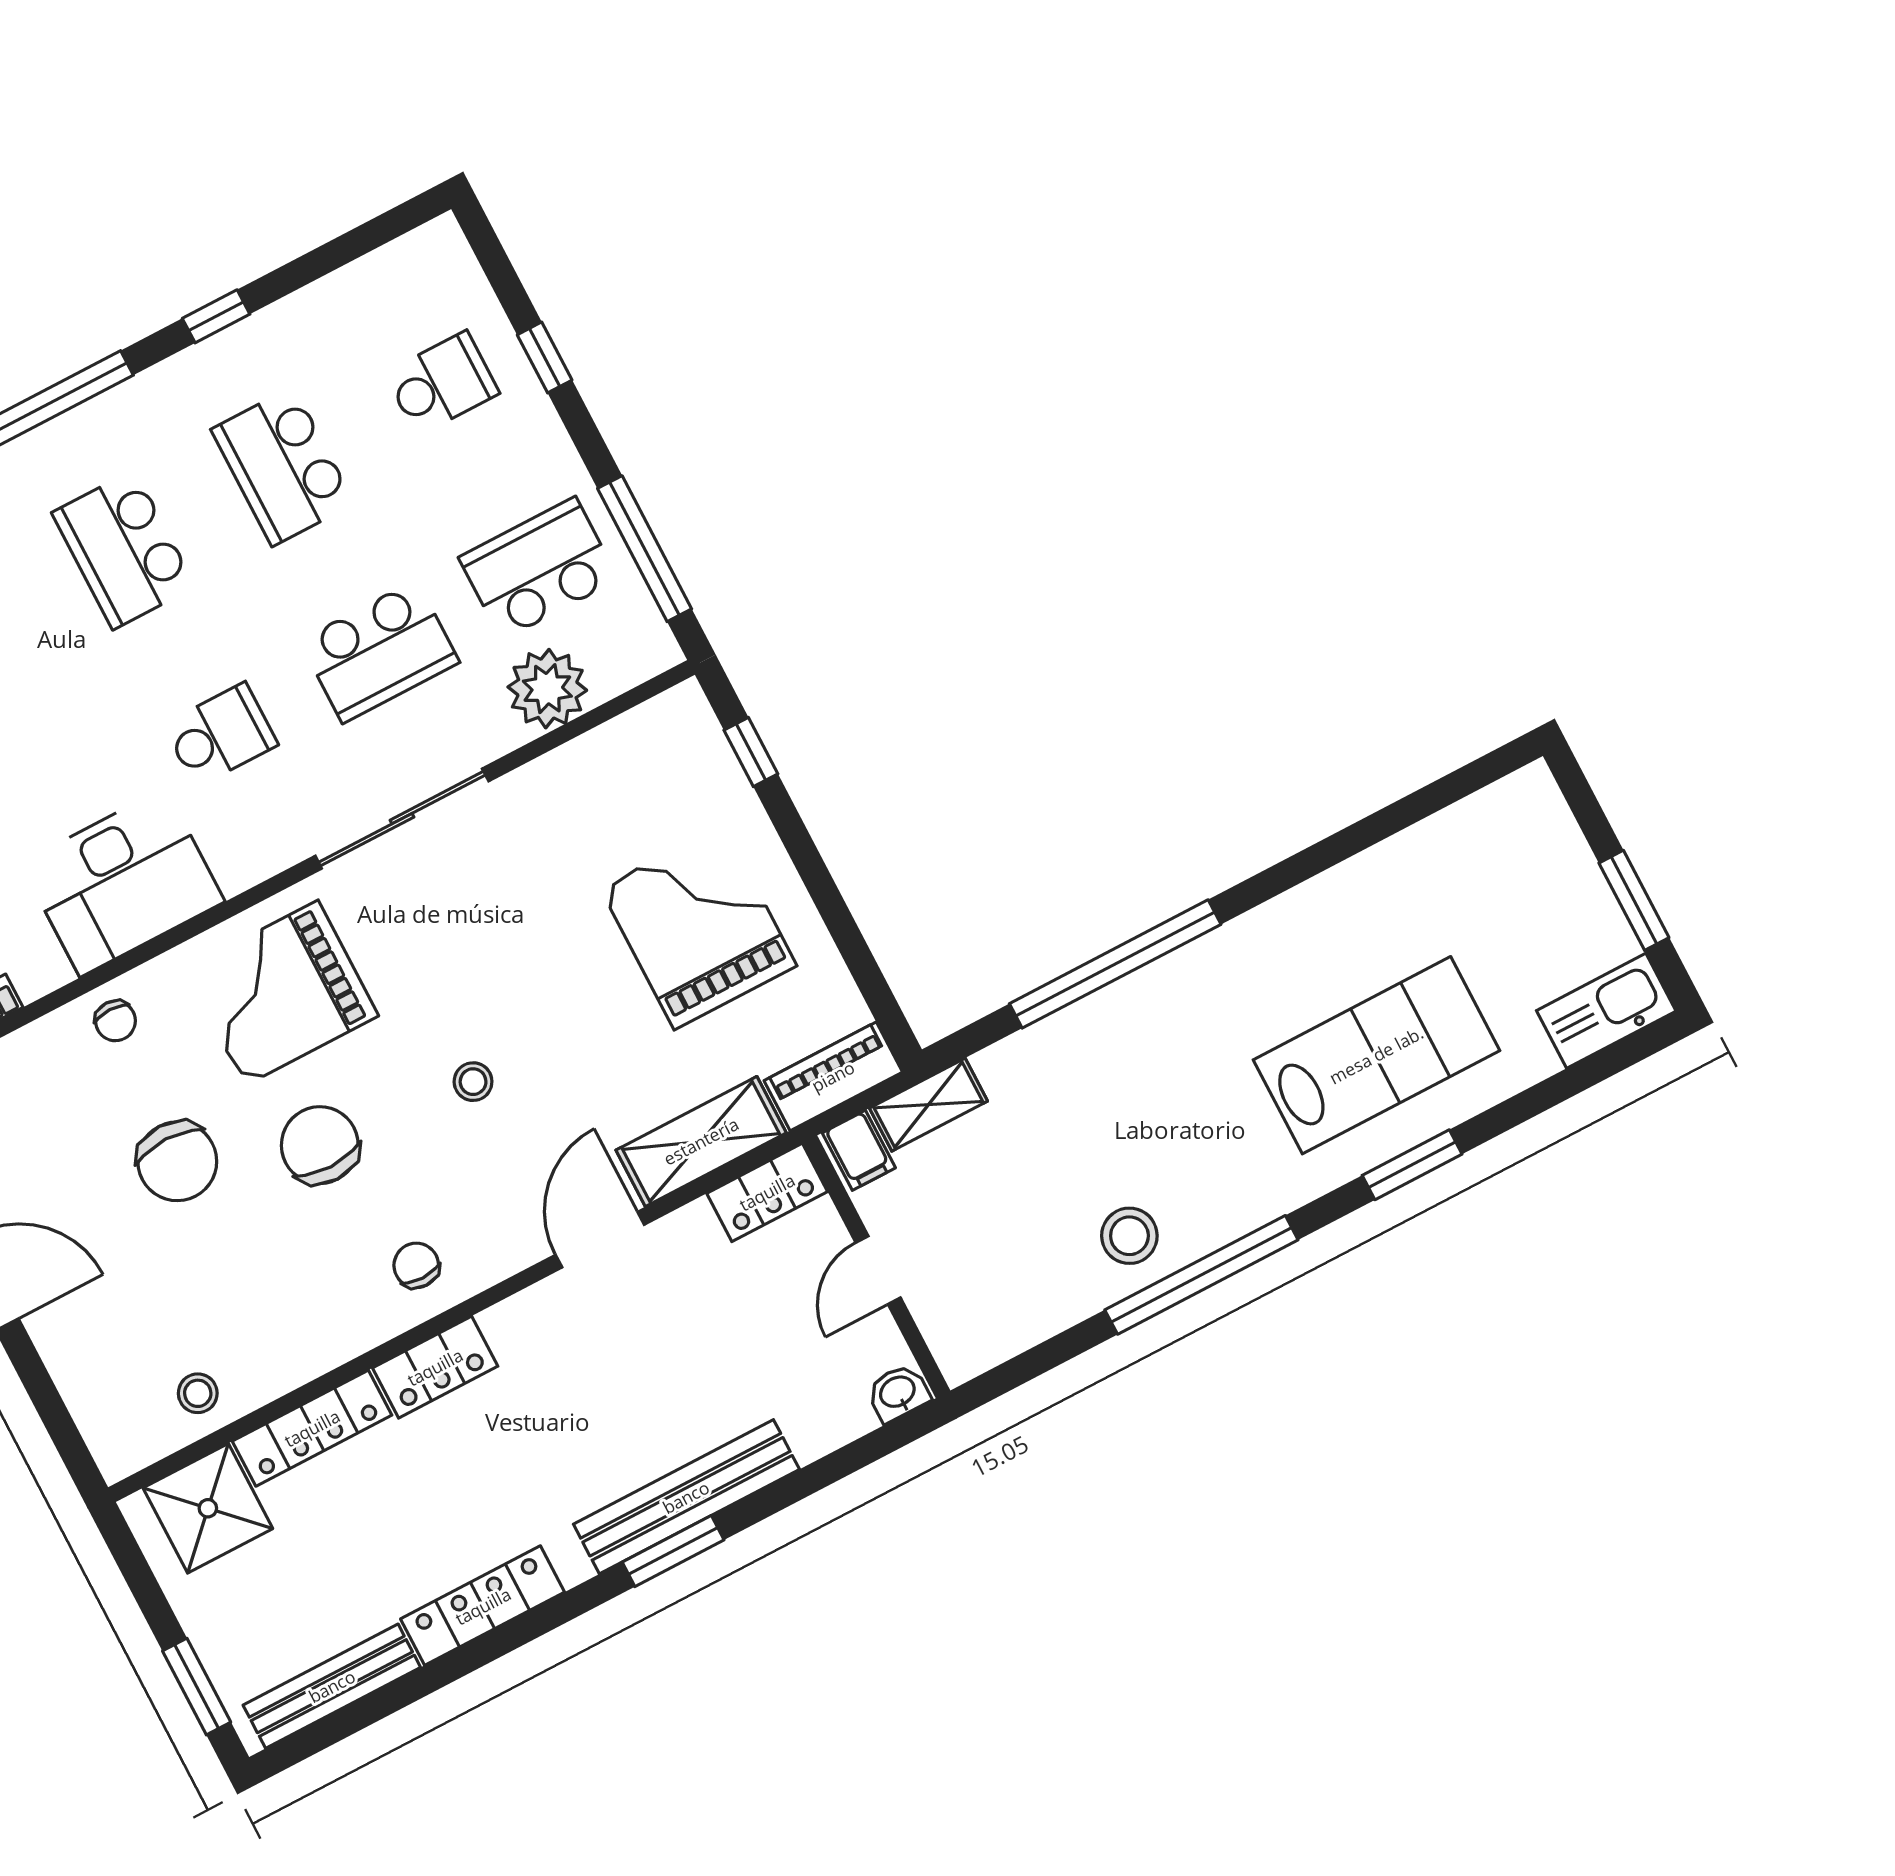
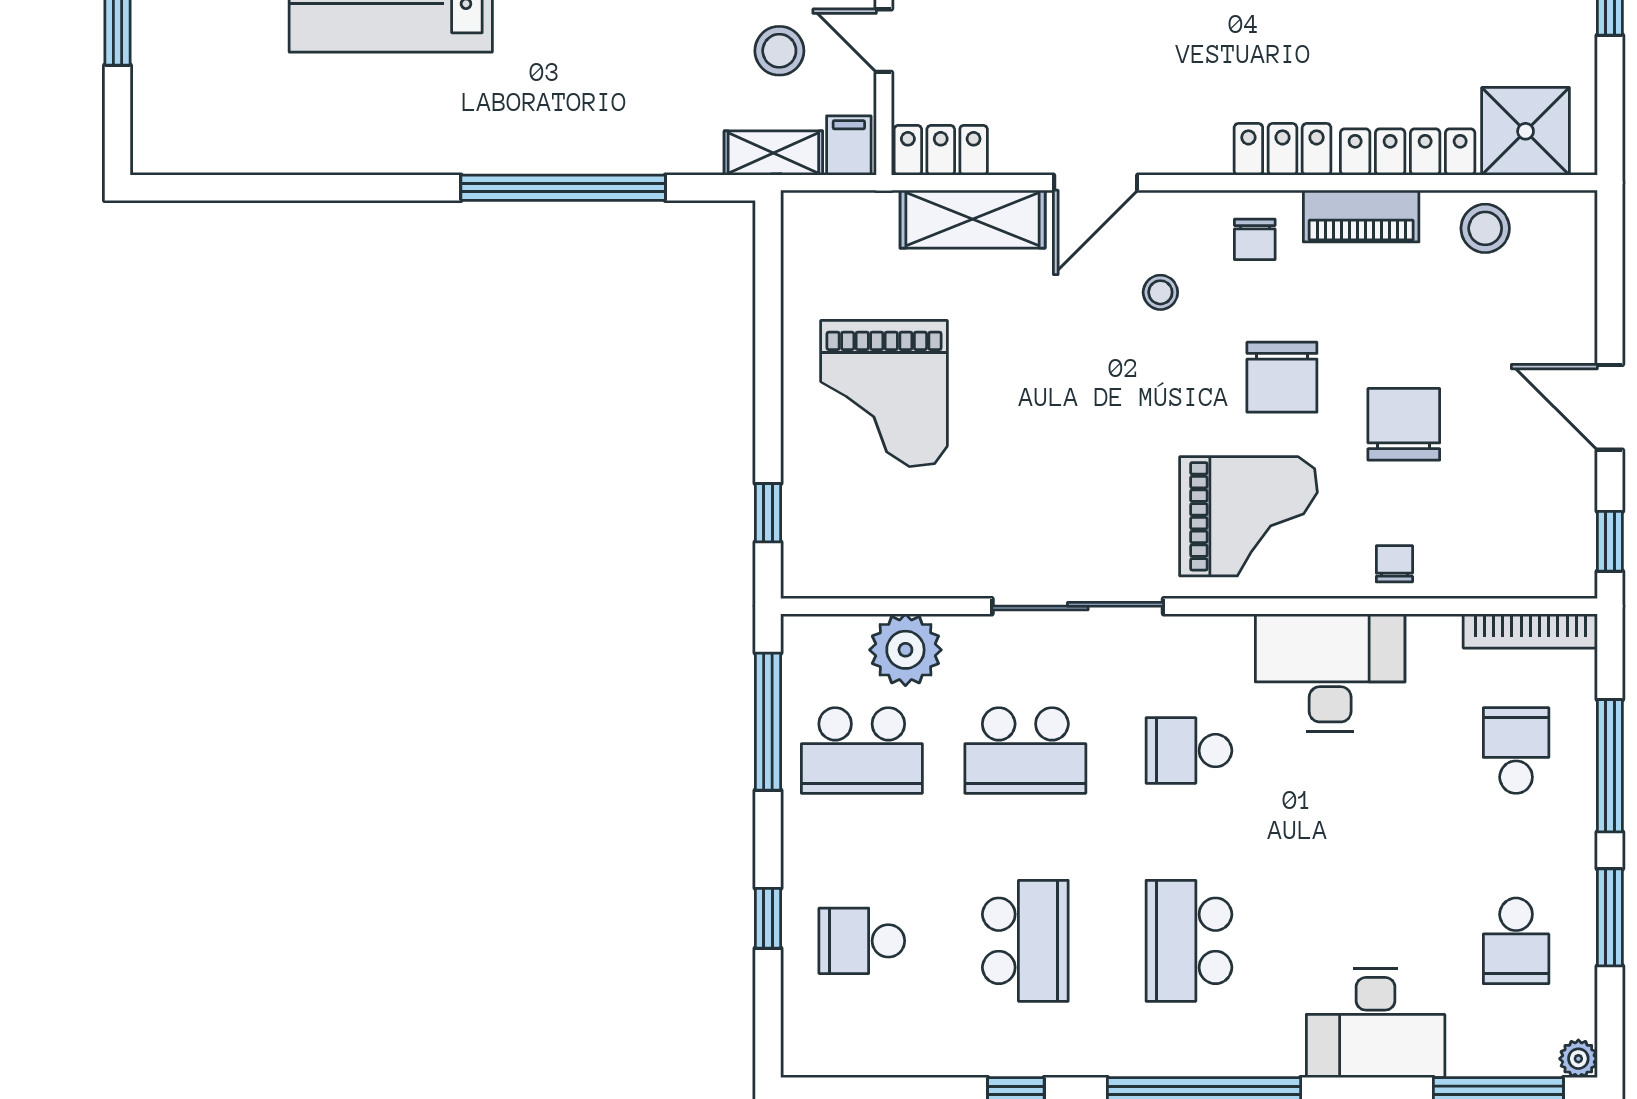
school desk: (124, 550) -> (1189, 941), turned 180
school desk: (380, 652) -> (1025, 751), turned 180
piano: (833, 1076) -> (1361, 216), moved
stool: (473, 1082) -> (1160, 292), moved
stool: (975, 1207) -> (779, 51), added
door: (878, 1270) -> (884, 41), swing flipped
stool: (198, 1393) -> (1485, 228), width x1.37, depth x1.37

